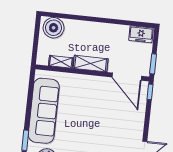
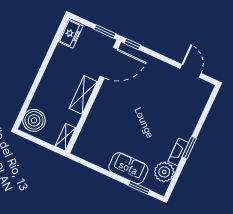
shelving: (61, 62) -> (65, 137), moved
sofa: (44, 111) -> (128, 168), width x0.54, depth x0.79

